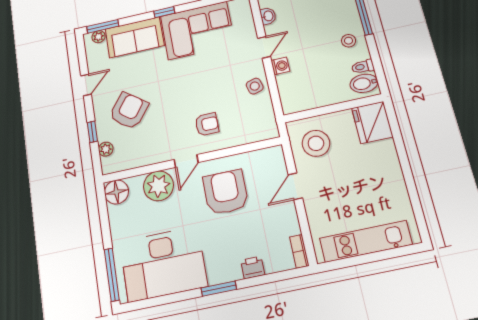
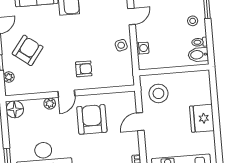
washing machine: (280, 66) -> (143, 48), moved
fridge: (372, 122) -> (202, 118), moved
plant: (158, 186) -> (50, 103), width x0.53, depth x0.53

